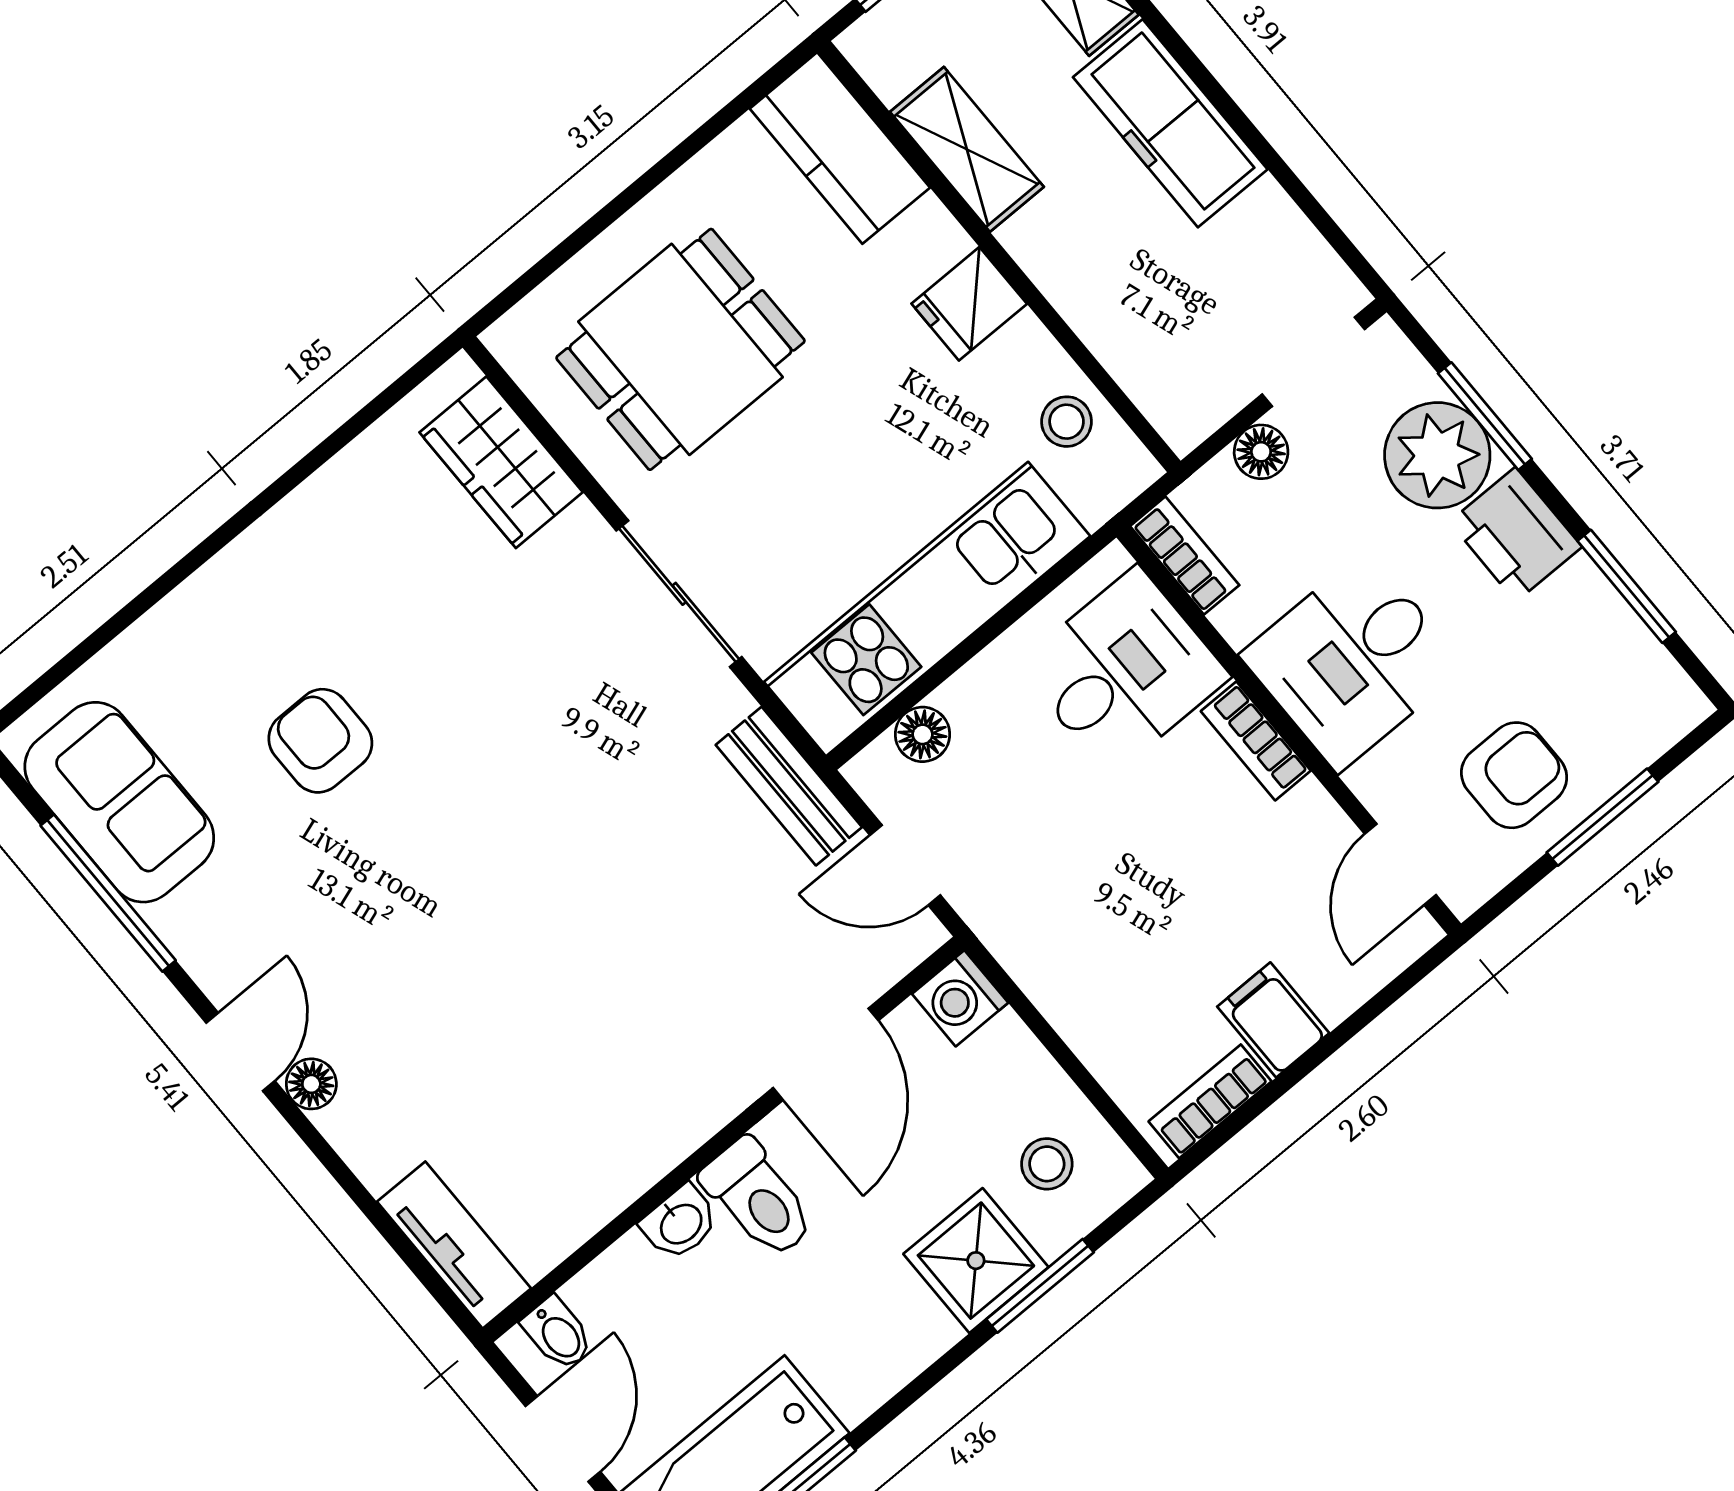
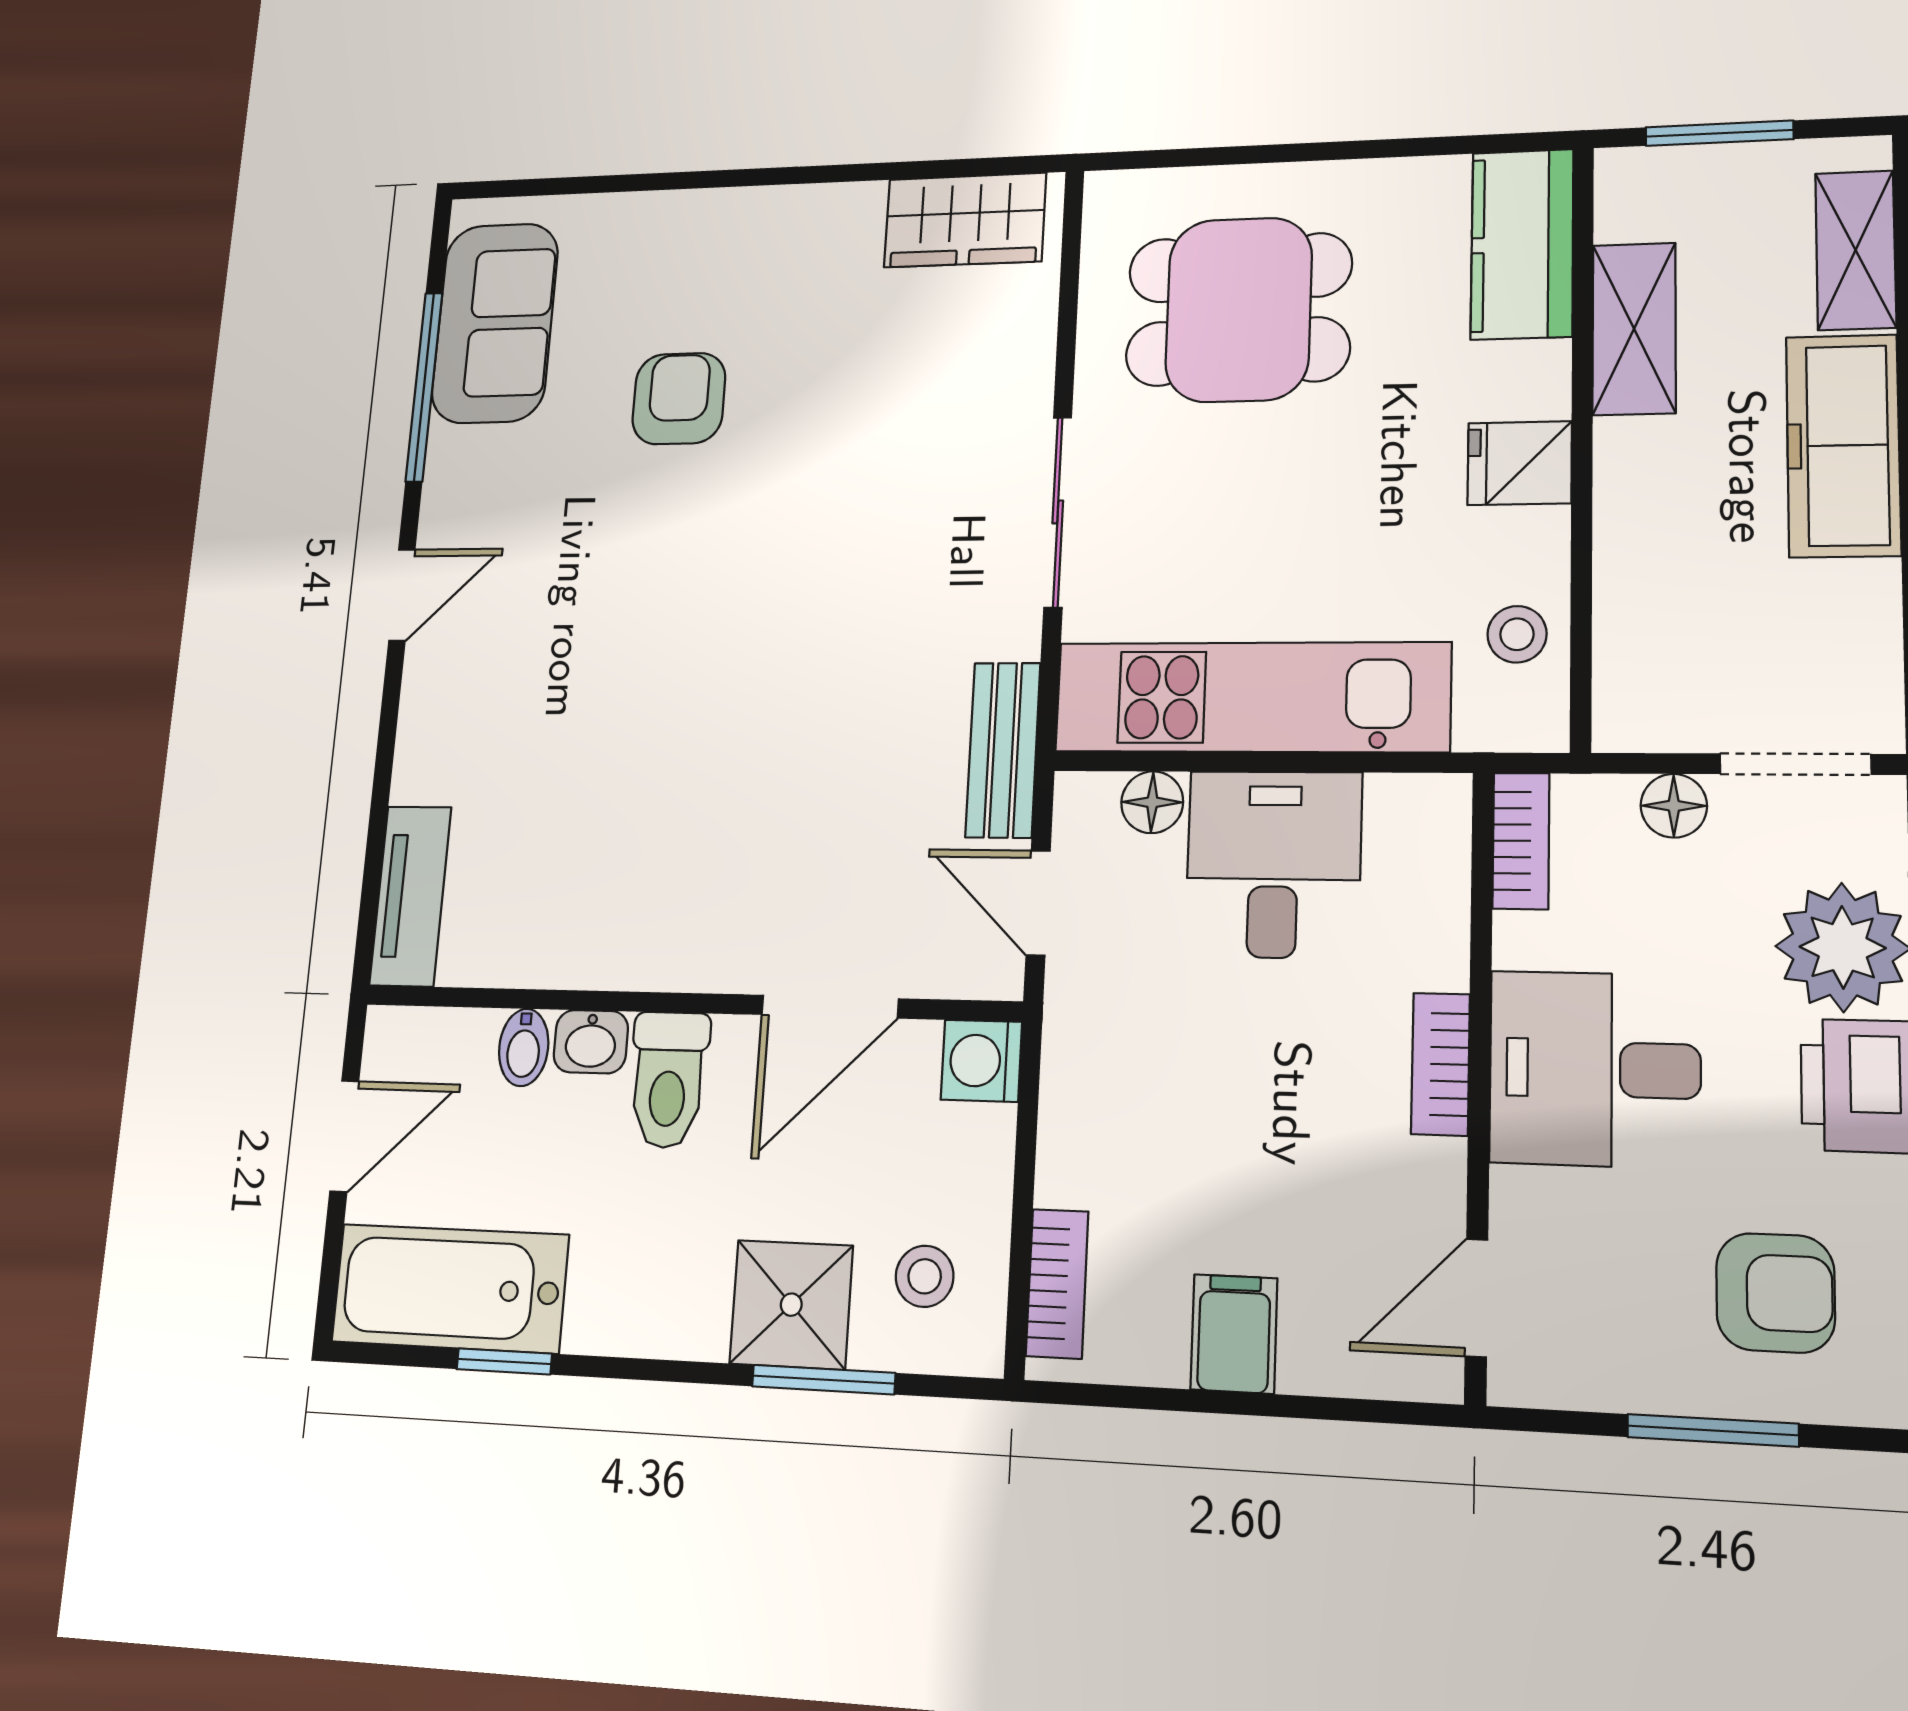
wardrobe: (501, 462) -> (965, 220), moved, turned -90
desk: (1123, 671) -> (1273, 864), moved, turned -90
armchair: (1514, 775) -> (1775, 1293), moved
floor lamp: (311, 1084) -> (428, 667), removed
bookcase: (1210, 1101) -> (1057, 1284), moved, turned 90
bidet: (558, 1334) -> (524, 1047), moved

